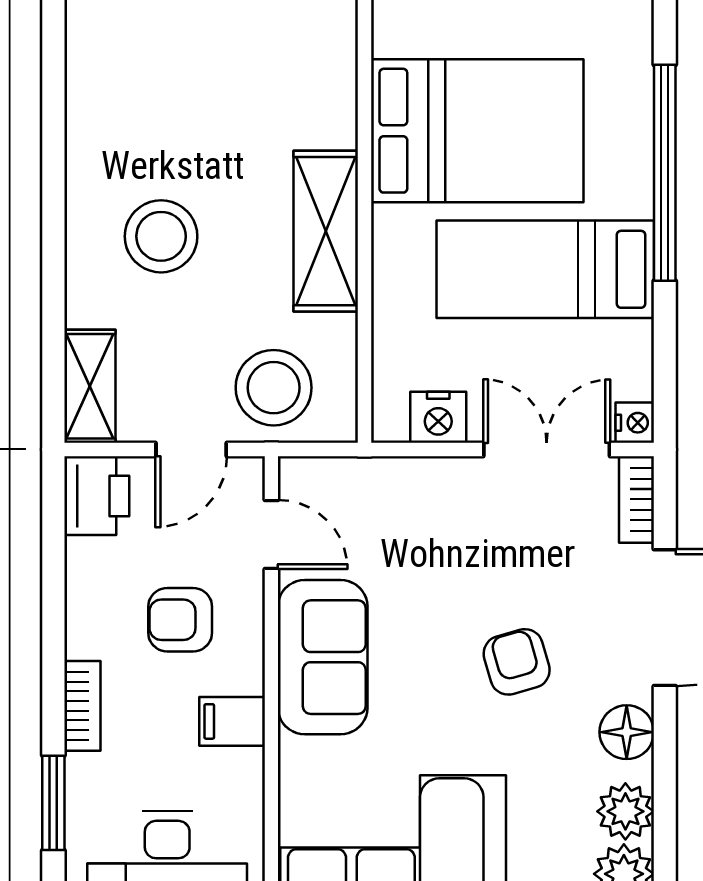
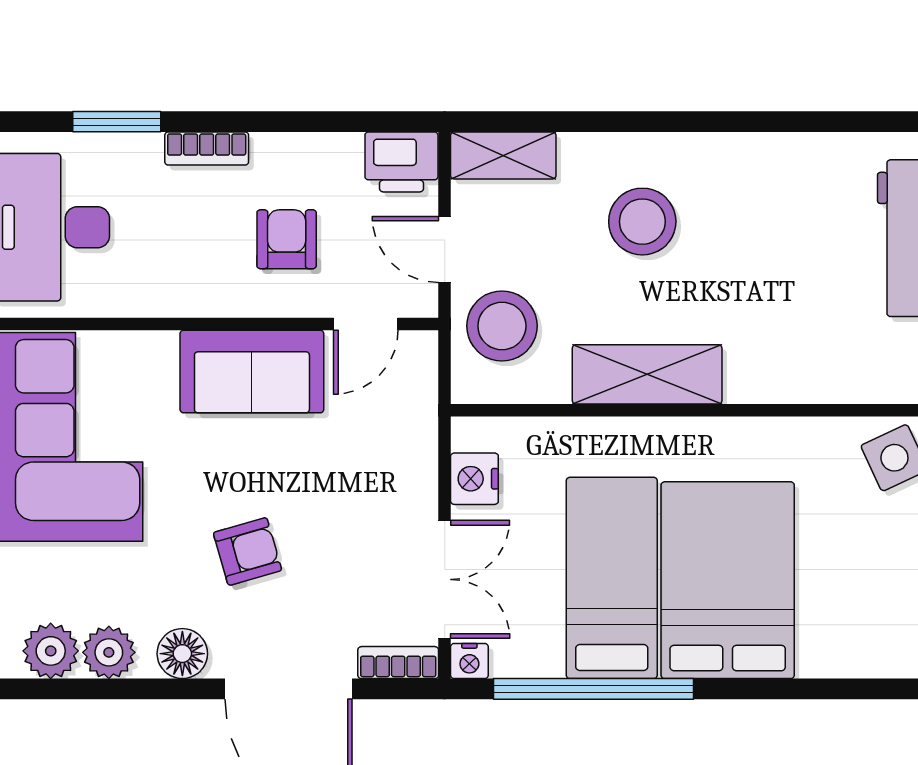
bed: (477, 131) -> (728, 580), moved, turned 180
window: (665, 173) -> (593, 689), moved
filing cabinet: (232, 721) -> (192, 287), removed

